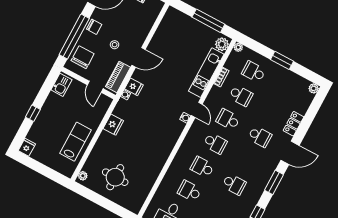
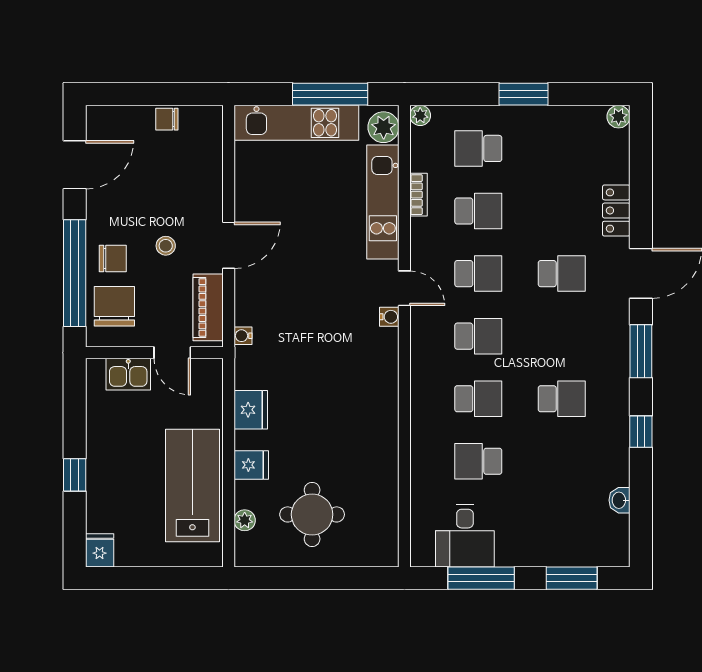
kitchen unit: (190, 25) -> (296, 123), added
chair: (94, 27) -> (113, 258), moved
kitchen sink: (61, 85) -> (128, 374), moved, turned 90
fridge: (134, 87) -> (251, 465), moved
school desk: (228, 119) -> (478, 274), turned 180
lab bench: (76, 142) -> (192, 486), width x1.36, depth x1.39
school desk: (202, 167) -> (478, 399), turned 180
plant: (83, 176) -> (245, 520), moved

